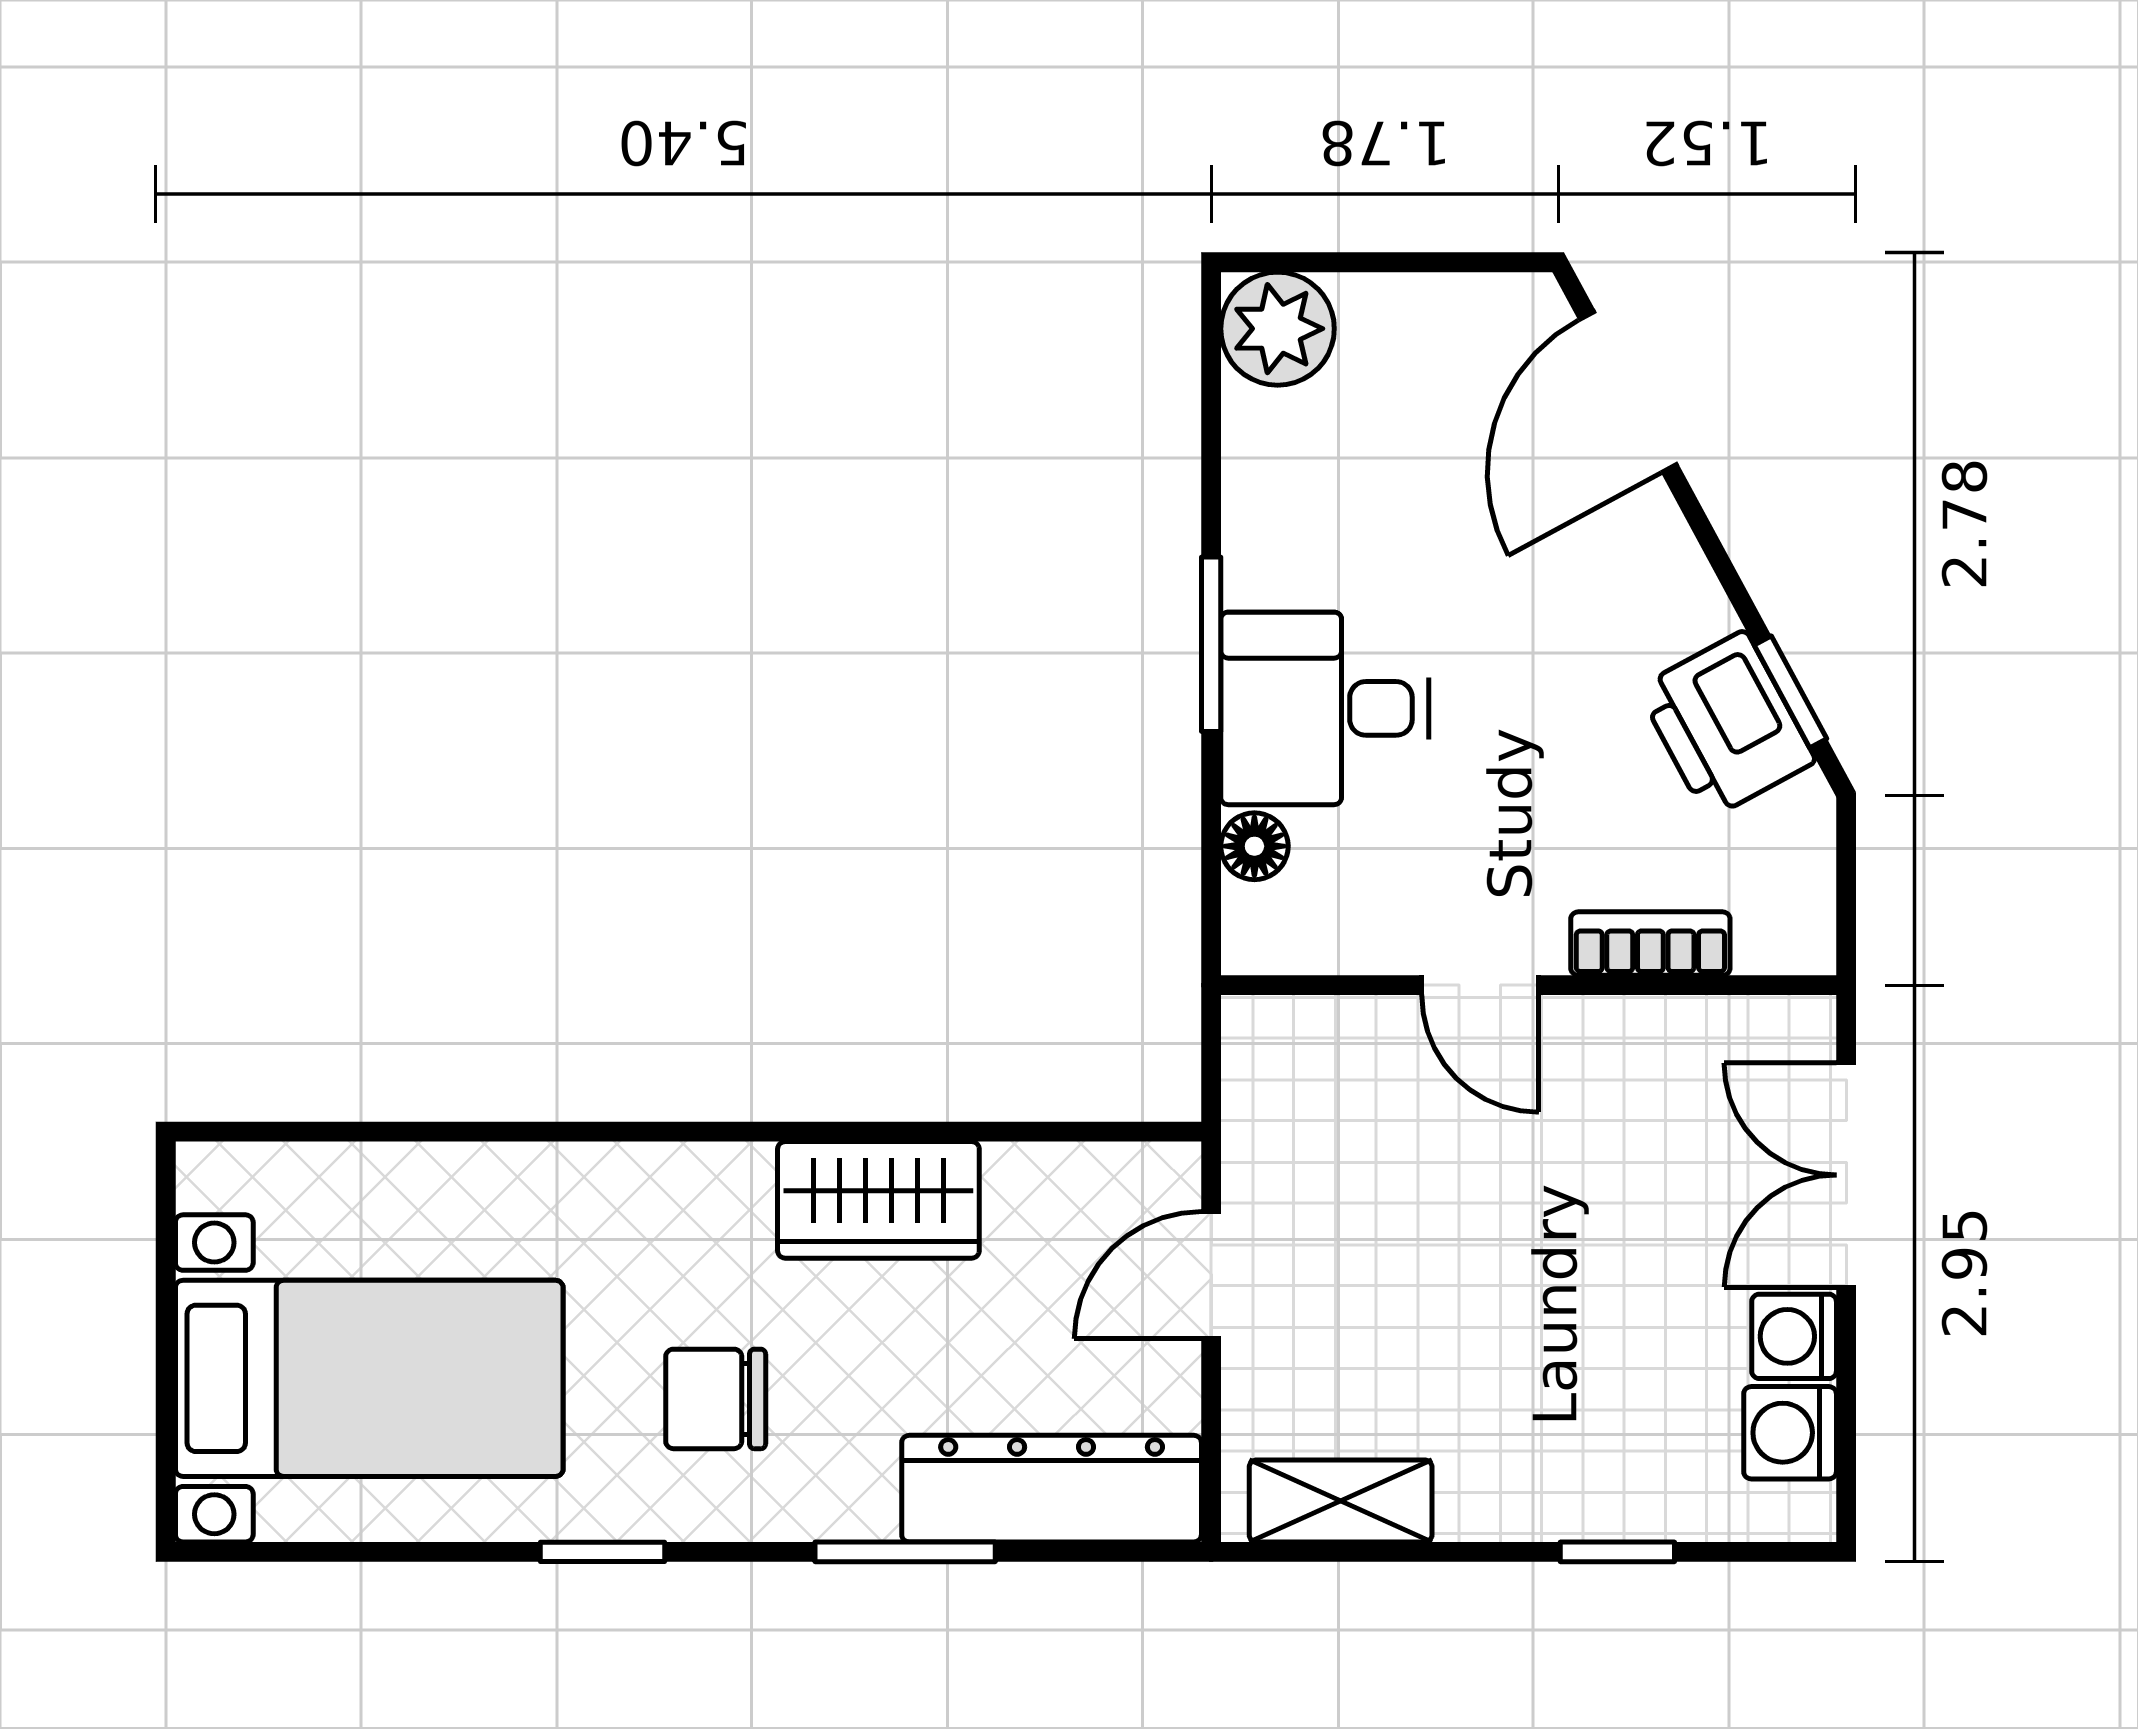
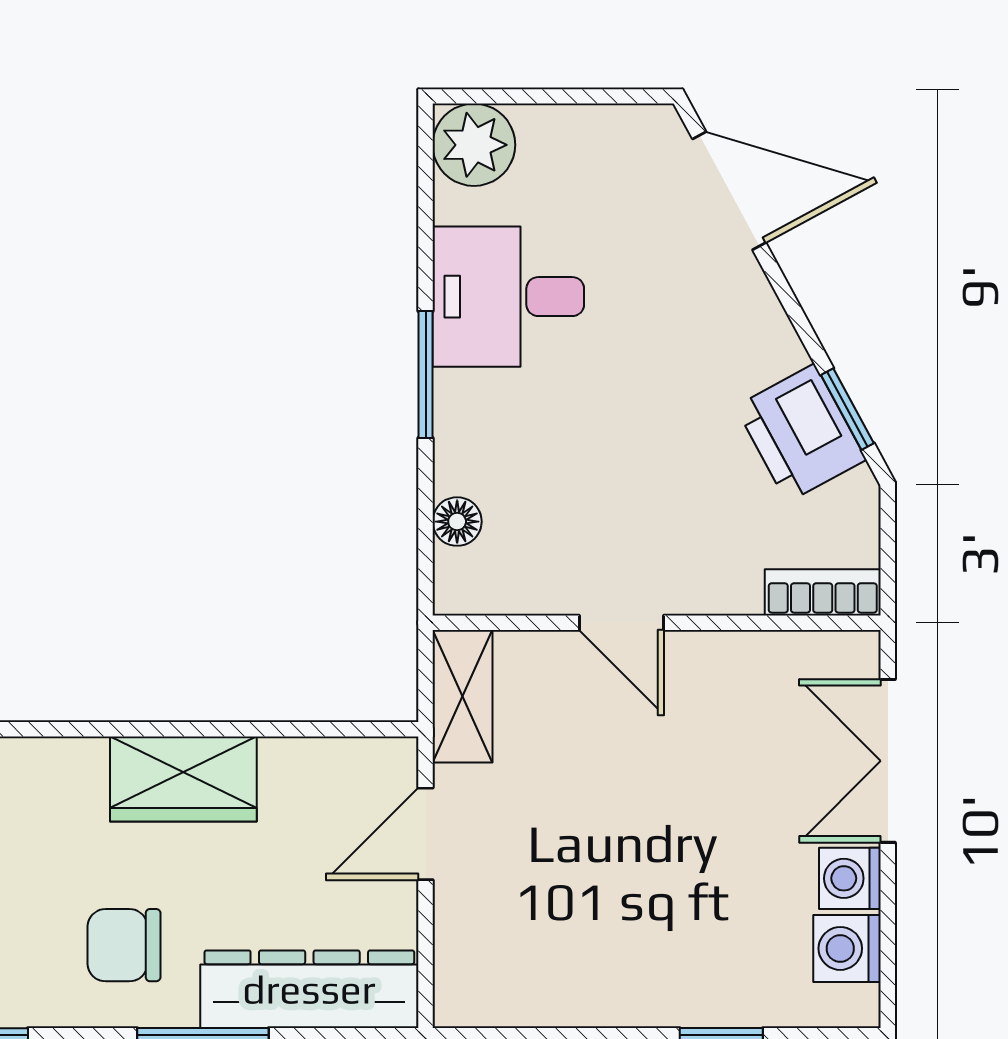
door: (1628, 392) -> (729, 191), swing flipped
desk: (1325, 708) -> (508, 297), moved
bookcase: (1650, 944) -> (823, 592), moved
chair: (716, 1399) -> (124, 945), moved
shelving: (1341, 1501) -> (463, 696), moved, turned 90

